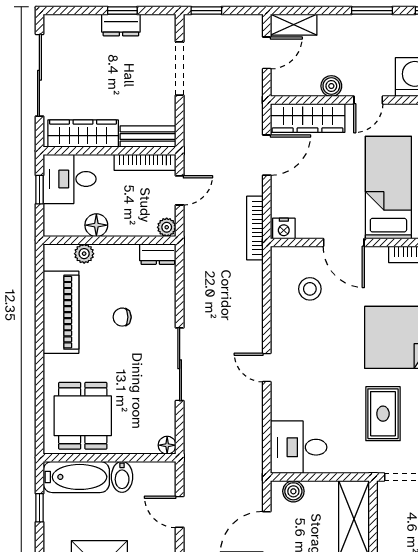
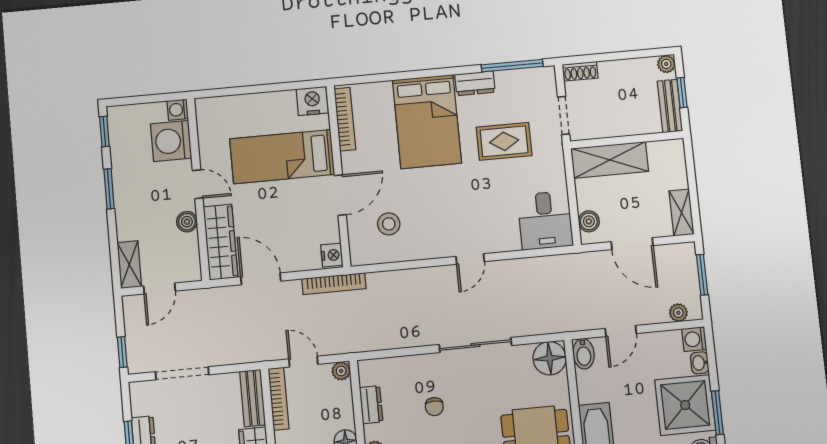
door: (267, 53) -> (160, 288), swing flipped
dresser: (158, 254) -> (371, 405), moved
floor lamp: (167, 445) -> (550, 358), width x1.89, depth x1.89
bidet: (122, 477) -> (584, 354), moved, turned 90

